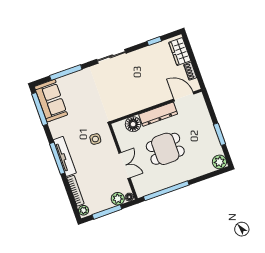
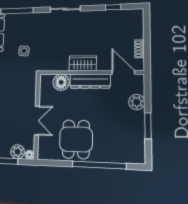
wardrobe: (180, 52) -> (83, 63), moved, turned 90
side table: (95, 139) -> (24, 51), moved
dining table: (165, 149) -> (76, 139), moved, turned 90
plant: (219, 162) -> (137, 102), moved
window: (166, 191) -> (99, 165), moved

